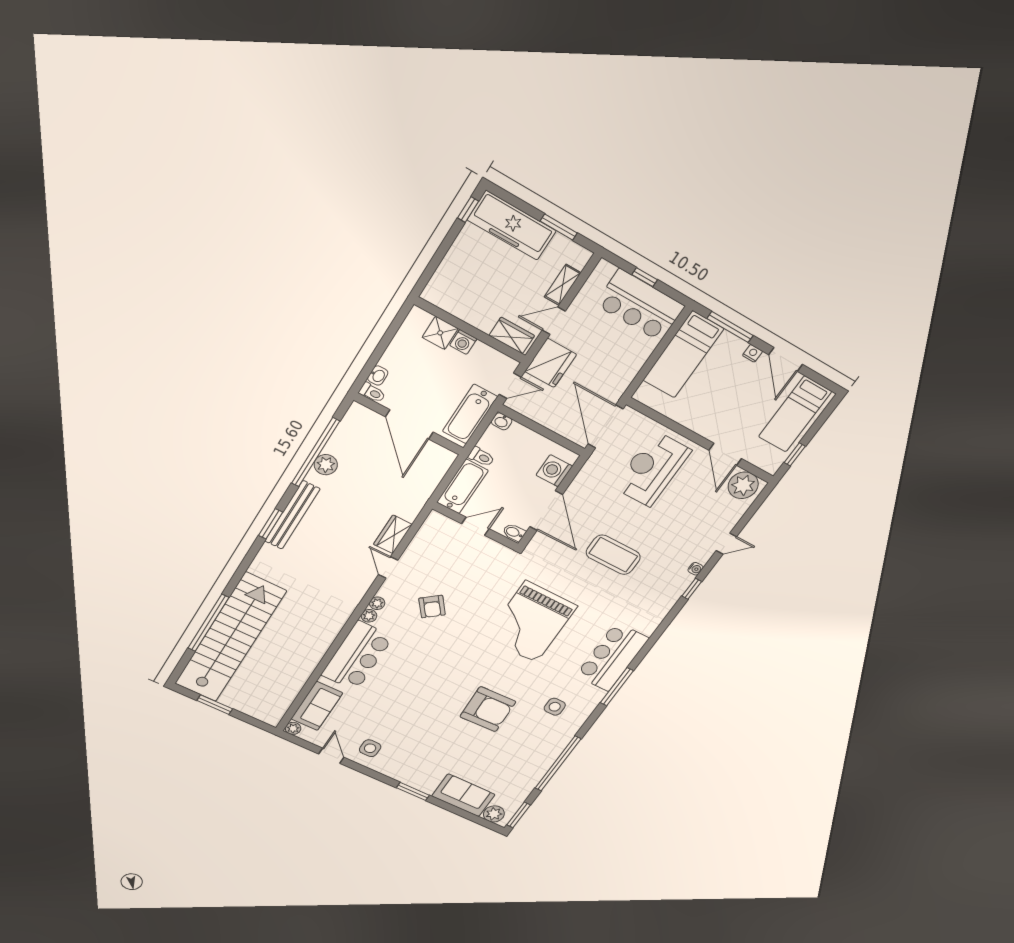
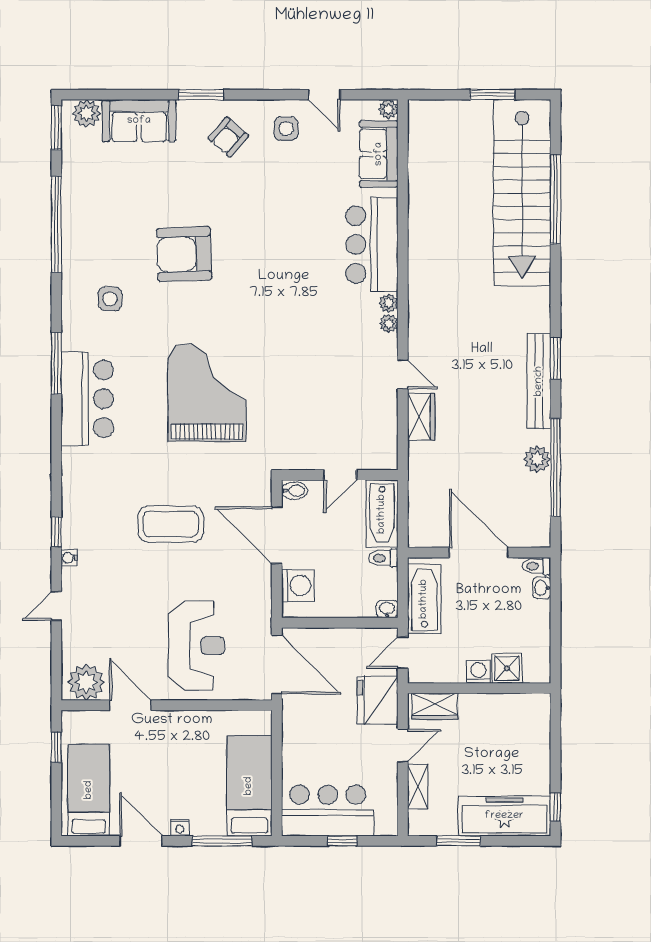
armchair: (432, 607) -> (228, 137), moved, turned -101

